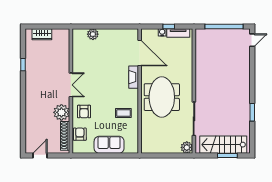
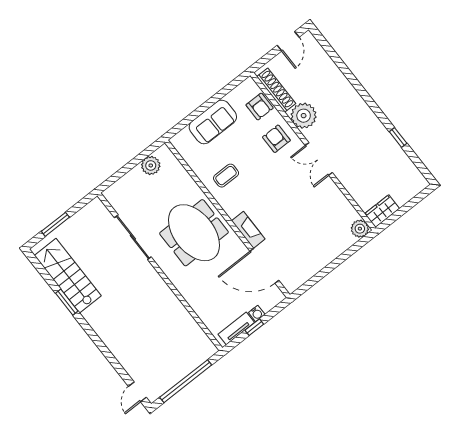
wardrobe: (42, 34) -> (382, 211), moved
plant: (93, 34) -> (360, 229), moved
stairs: (223, 145) -> (68, 276), moved, turned -90
plant: (187, 147) -> (151, 165), moved

